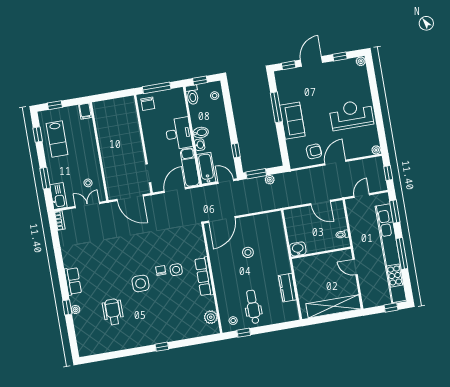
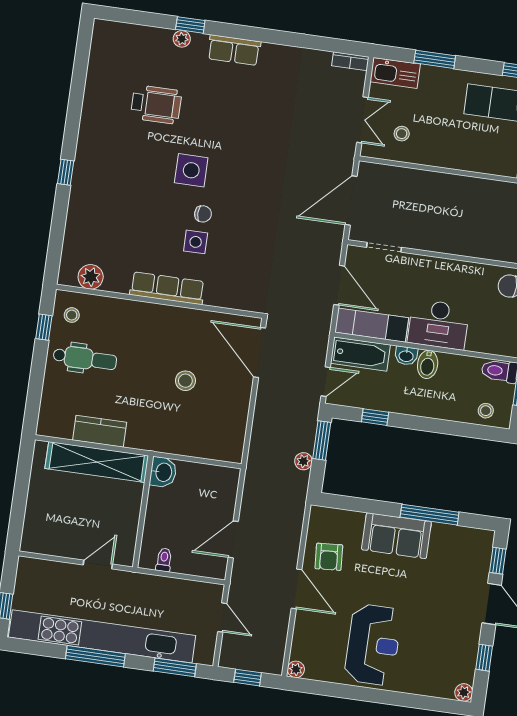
shelving: (334, 306) -> (97, 462), moved, turned 90

